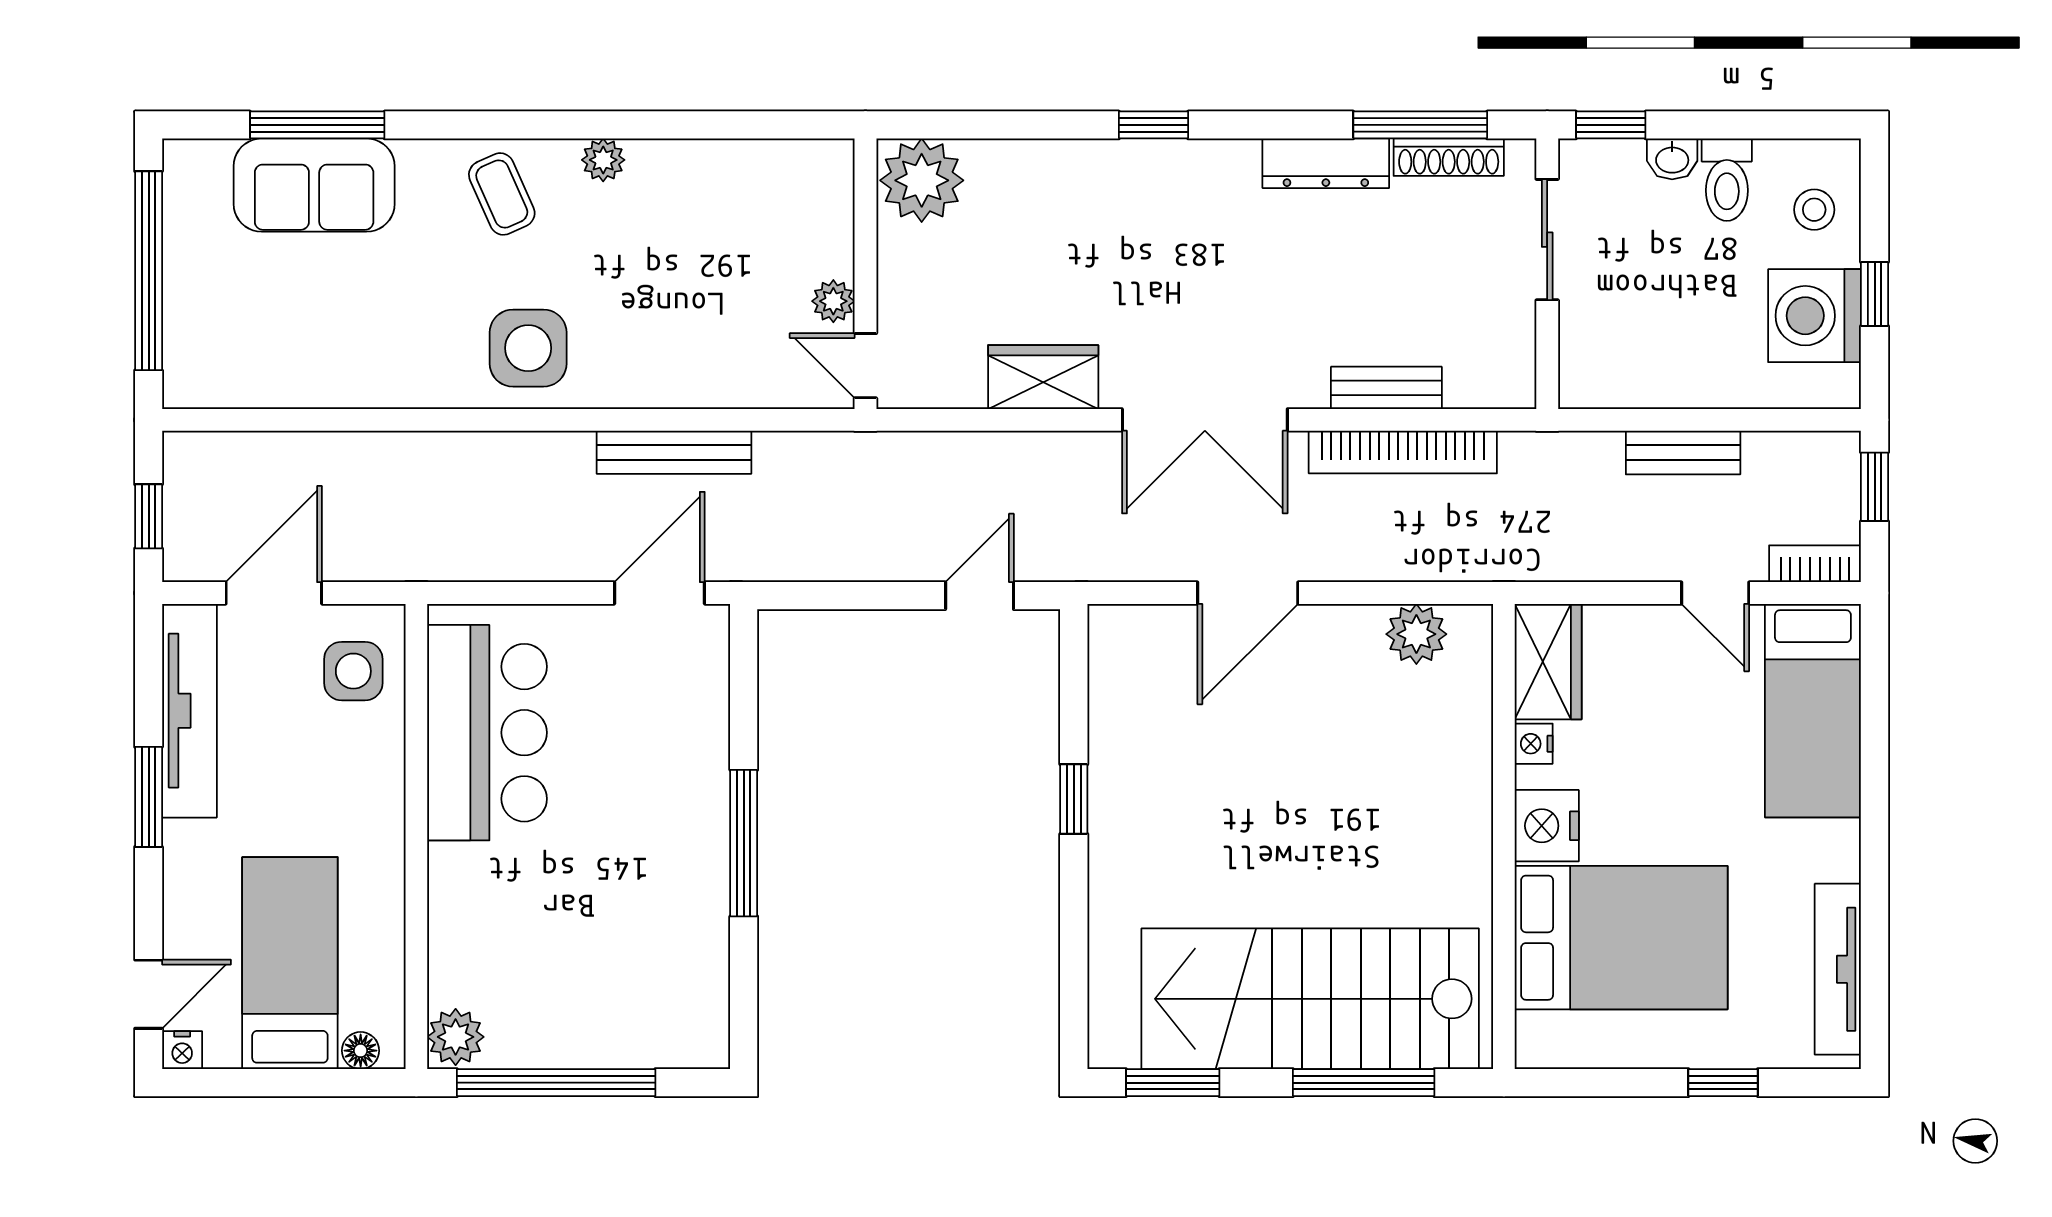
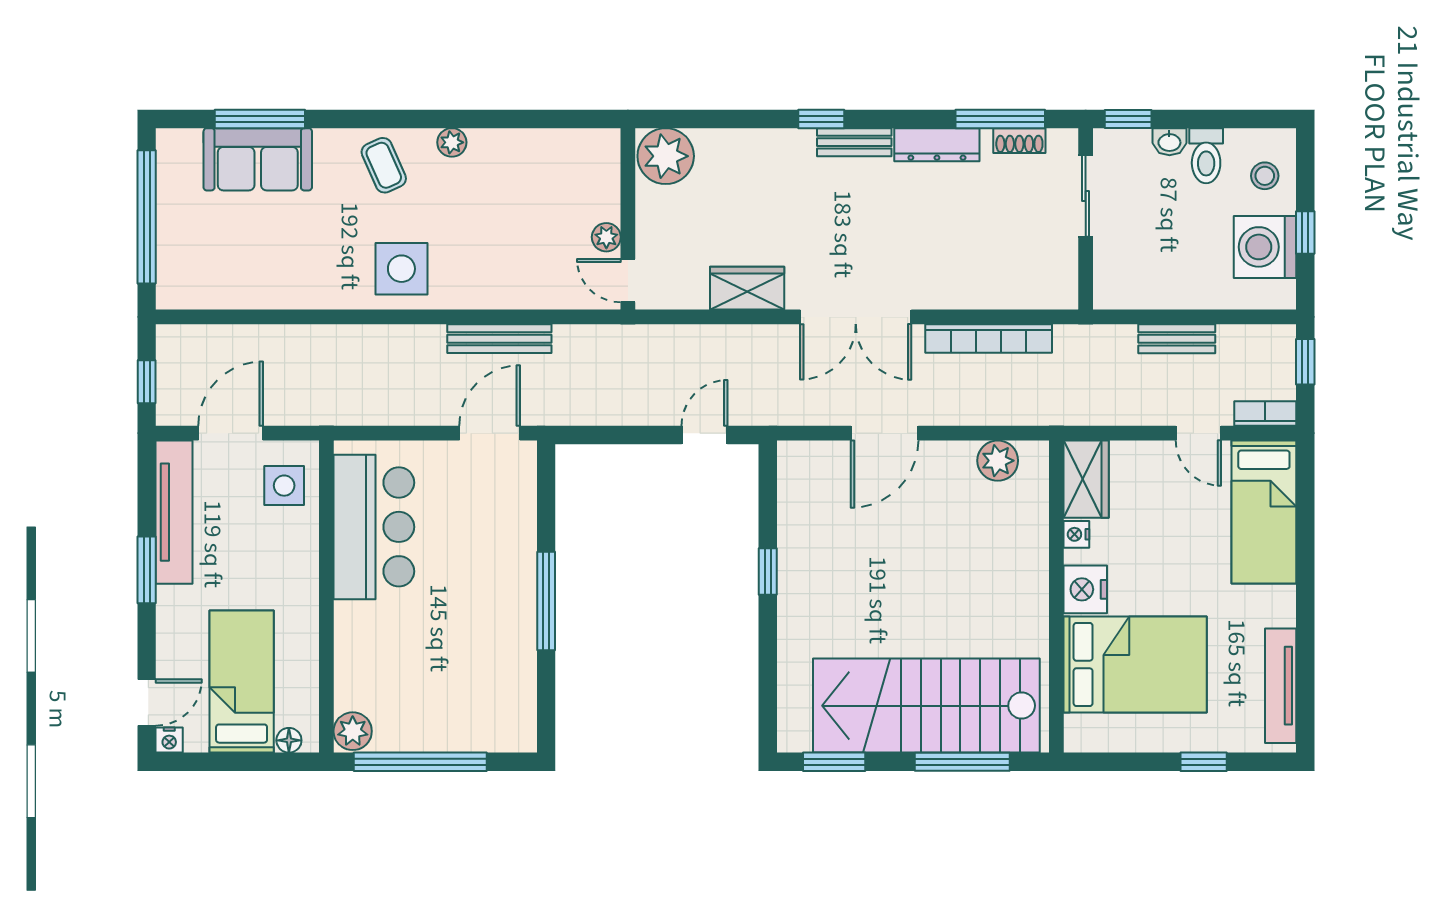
shoe rack: (1449, 157) -> (1019, 141), width x0.70
bench: (1386, 388) -> (854, 142), moved

